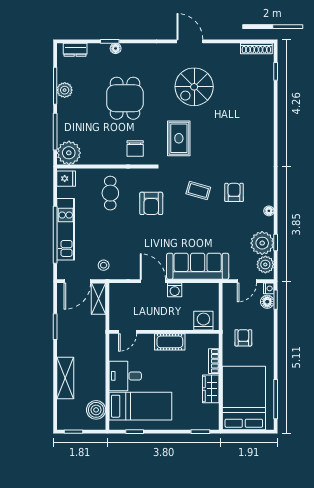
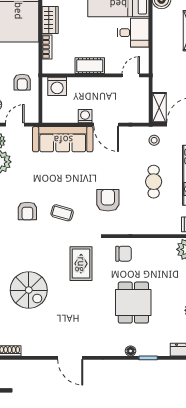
floor lamp: (116, 48) -> (131, 351), moved
spiral stairs: (194, 87) -> (29, 290), moved, turned 90
chair: (135, 148) -> (124, 254), turned 90
cafe table: (110, 193) -> (154, 182), moved
armchair: (243, 338) -> (22, 82), moved

